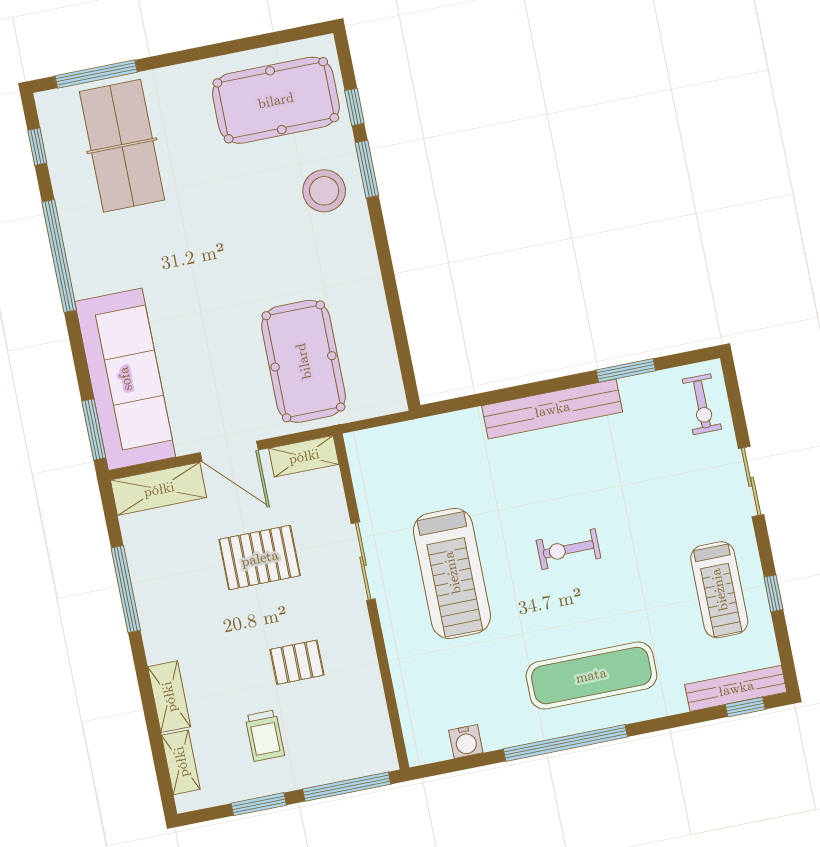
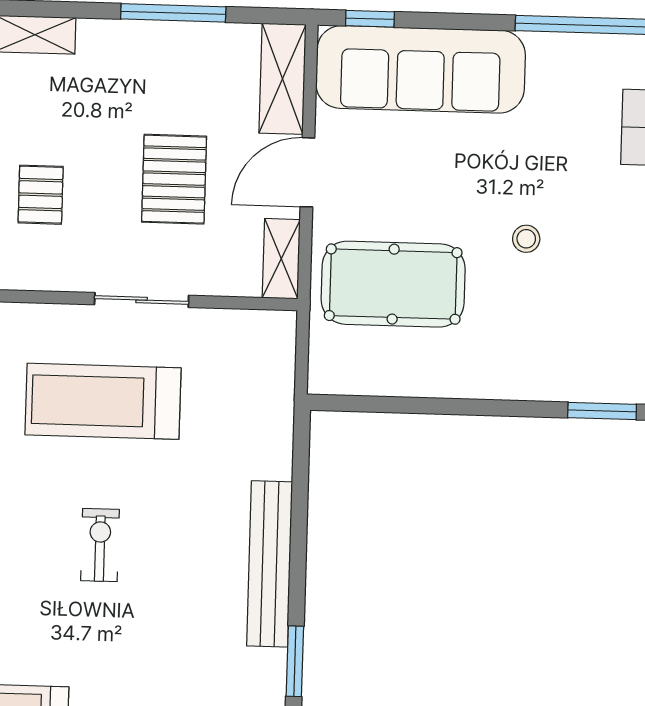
stool: (324, 191) -> (526, 239), moved, width x0.53, depth x0.53
window: (94, 429) -> (370, 19), width x0.67

